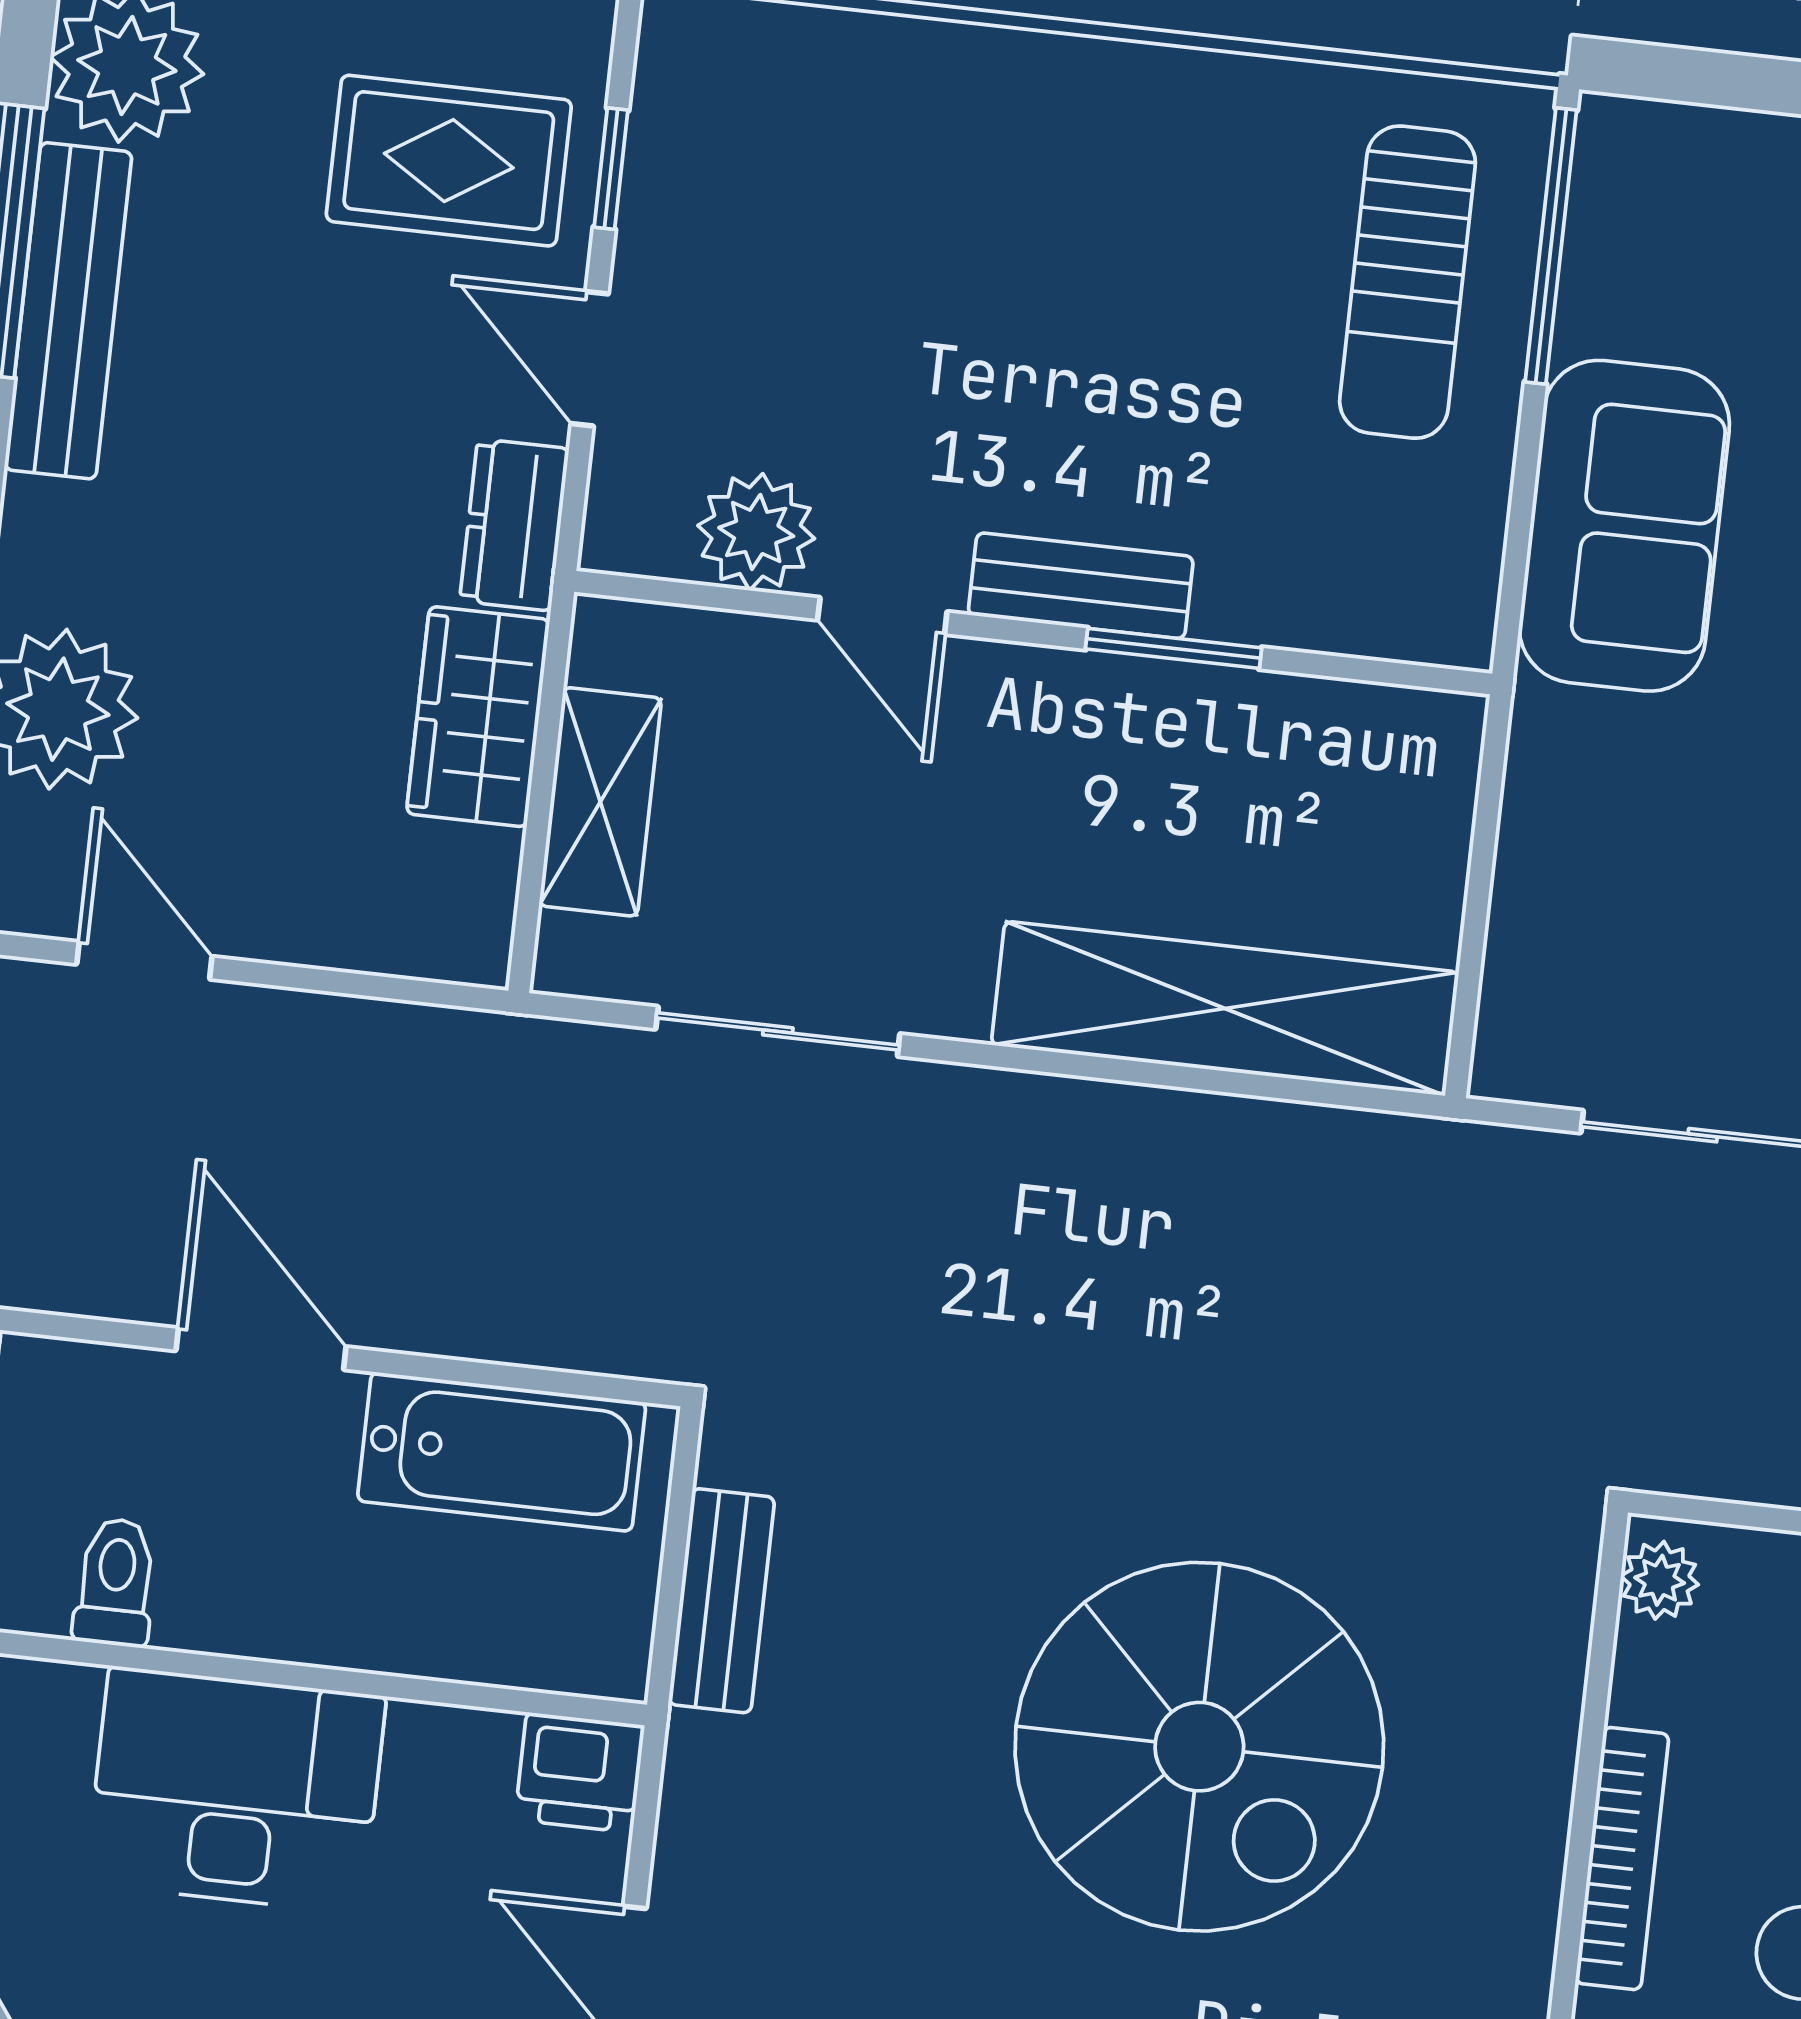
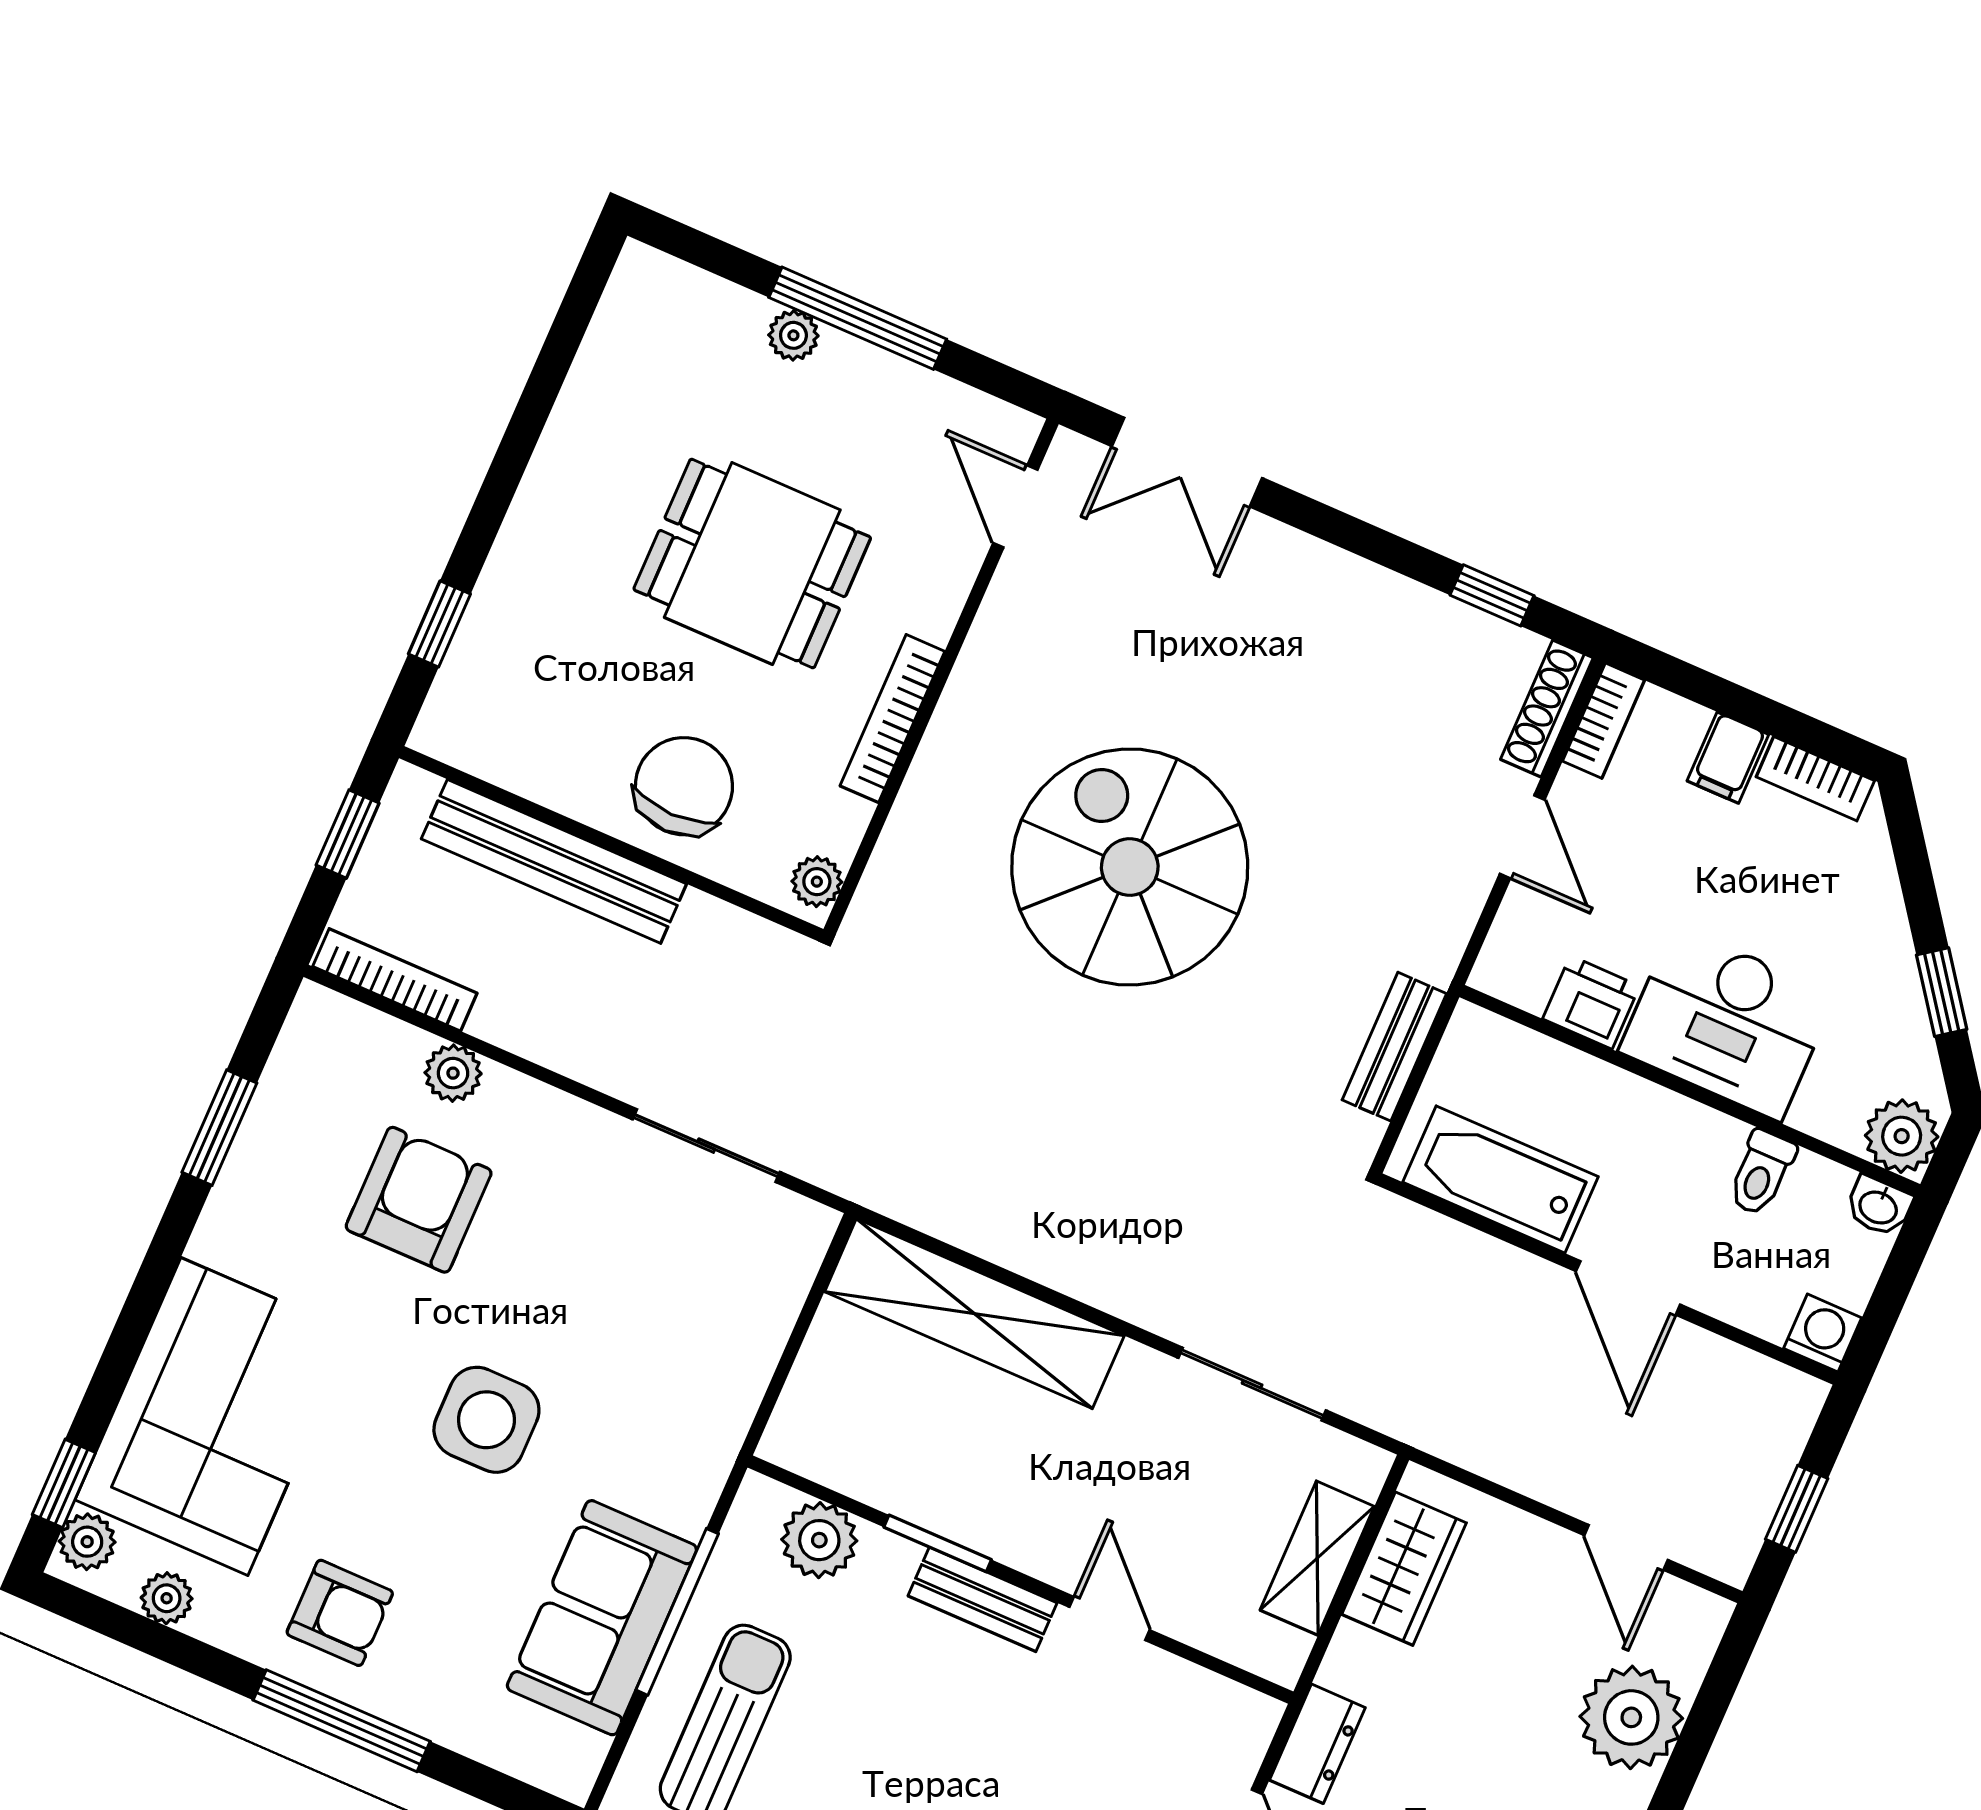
window: (1551, 246) -> (677, 1612), moved
sofa: (1624, 526) -> (602, 1618), moved
plant: (756, 532) -> (819, 1540), moved
wardrobe: (478, 717) -> (1404, 1569), moved
printer: (580, 1773) -> (1591, 1002), moved

